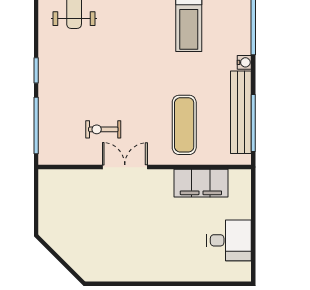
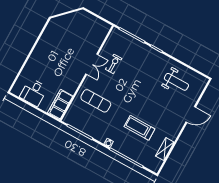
bench: (241, 112) -> (87, 129), removed
filing cabinet: (201, 183) -> (60, 104), moved

